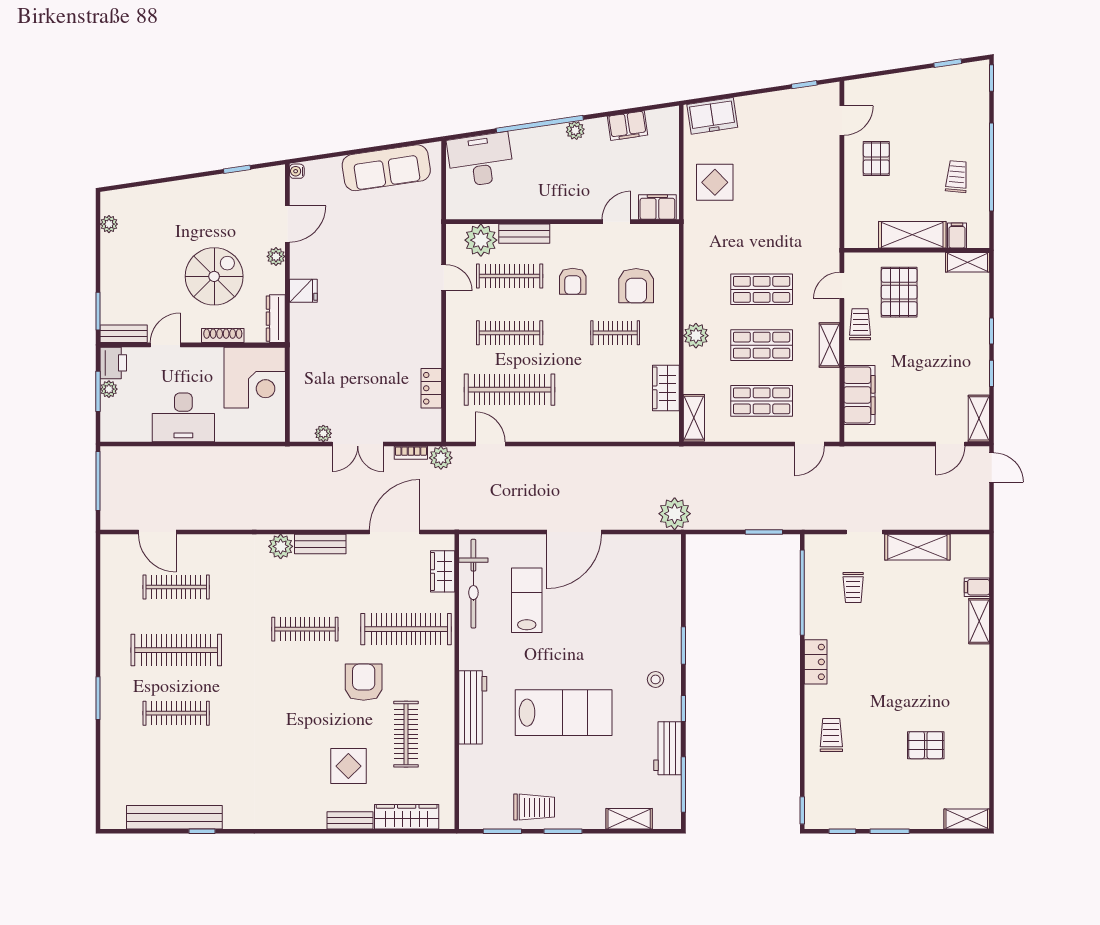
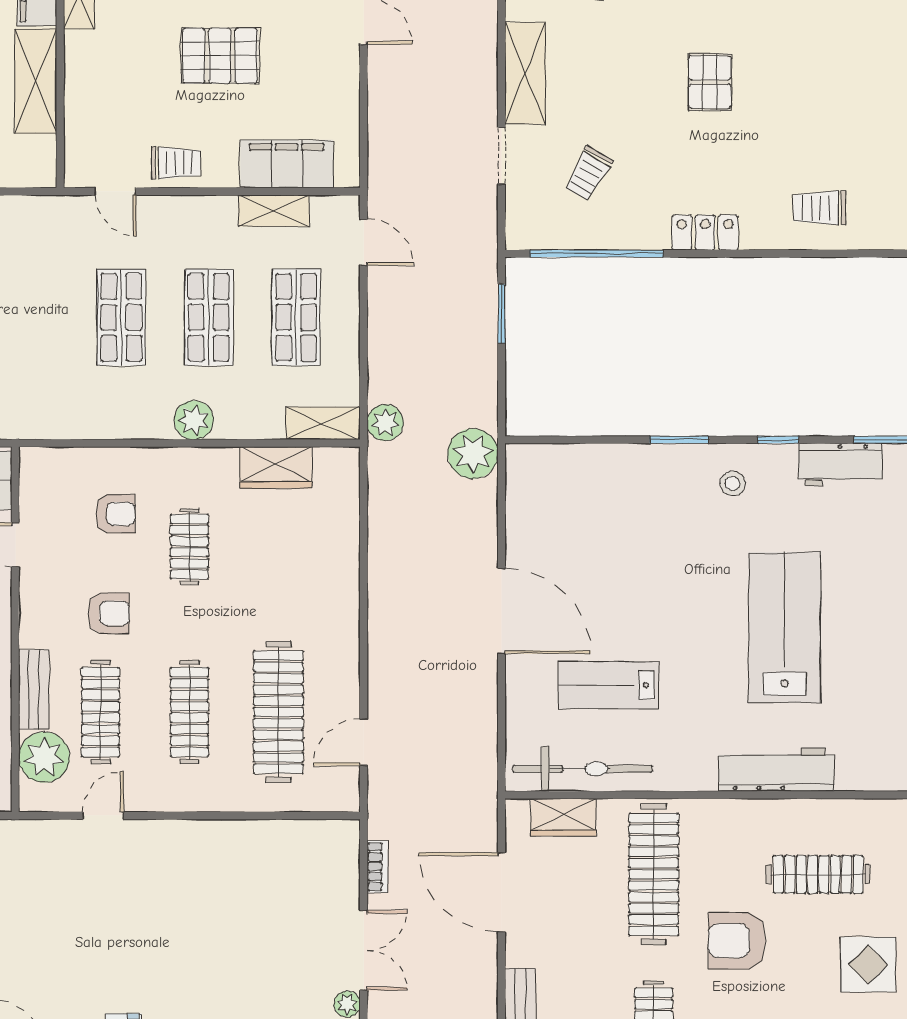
armchair: (636, 286) -> (116, 514), width x0.72, depth x0.72
pallet: (899, 292) -> (220, 56), moved
trolley: (860, 324) -> (176, 163), turned 180
shelving: (830, 345) -> (274, 211), moved
locker: (431, 388) -> (276, 835), removed
plant: (441, 458) -> (385, 423), moved
trolley: (853, 587) -> (588, 174), turned 120
pallet: (926, 745) -> (710, 82), moved

